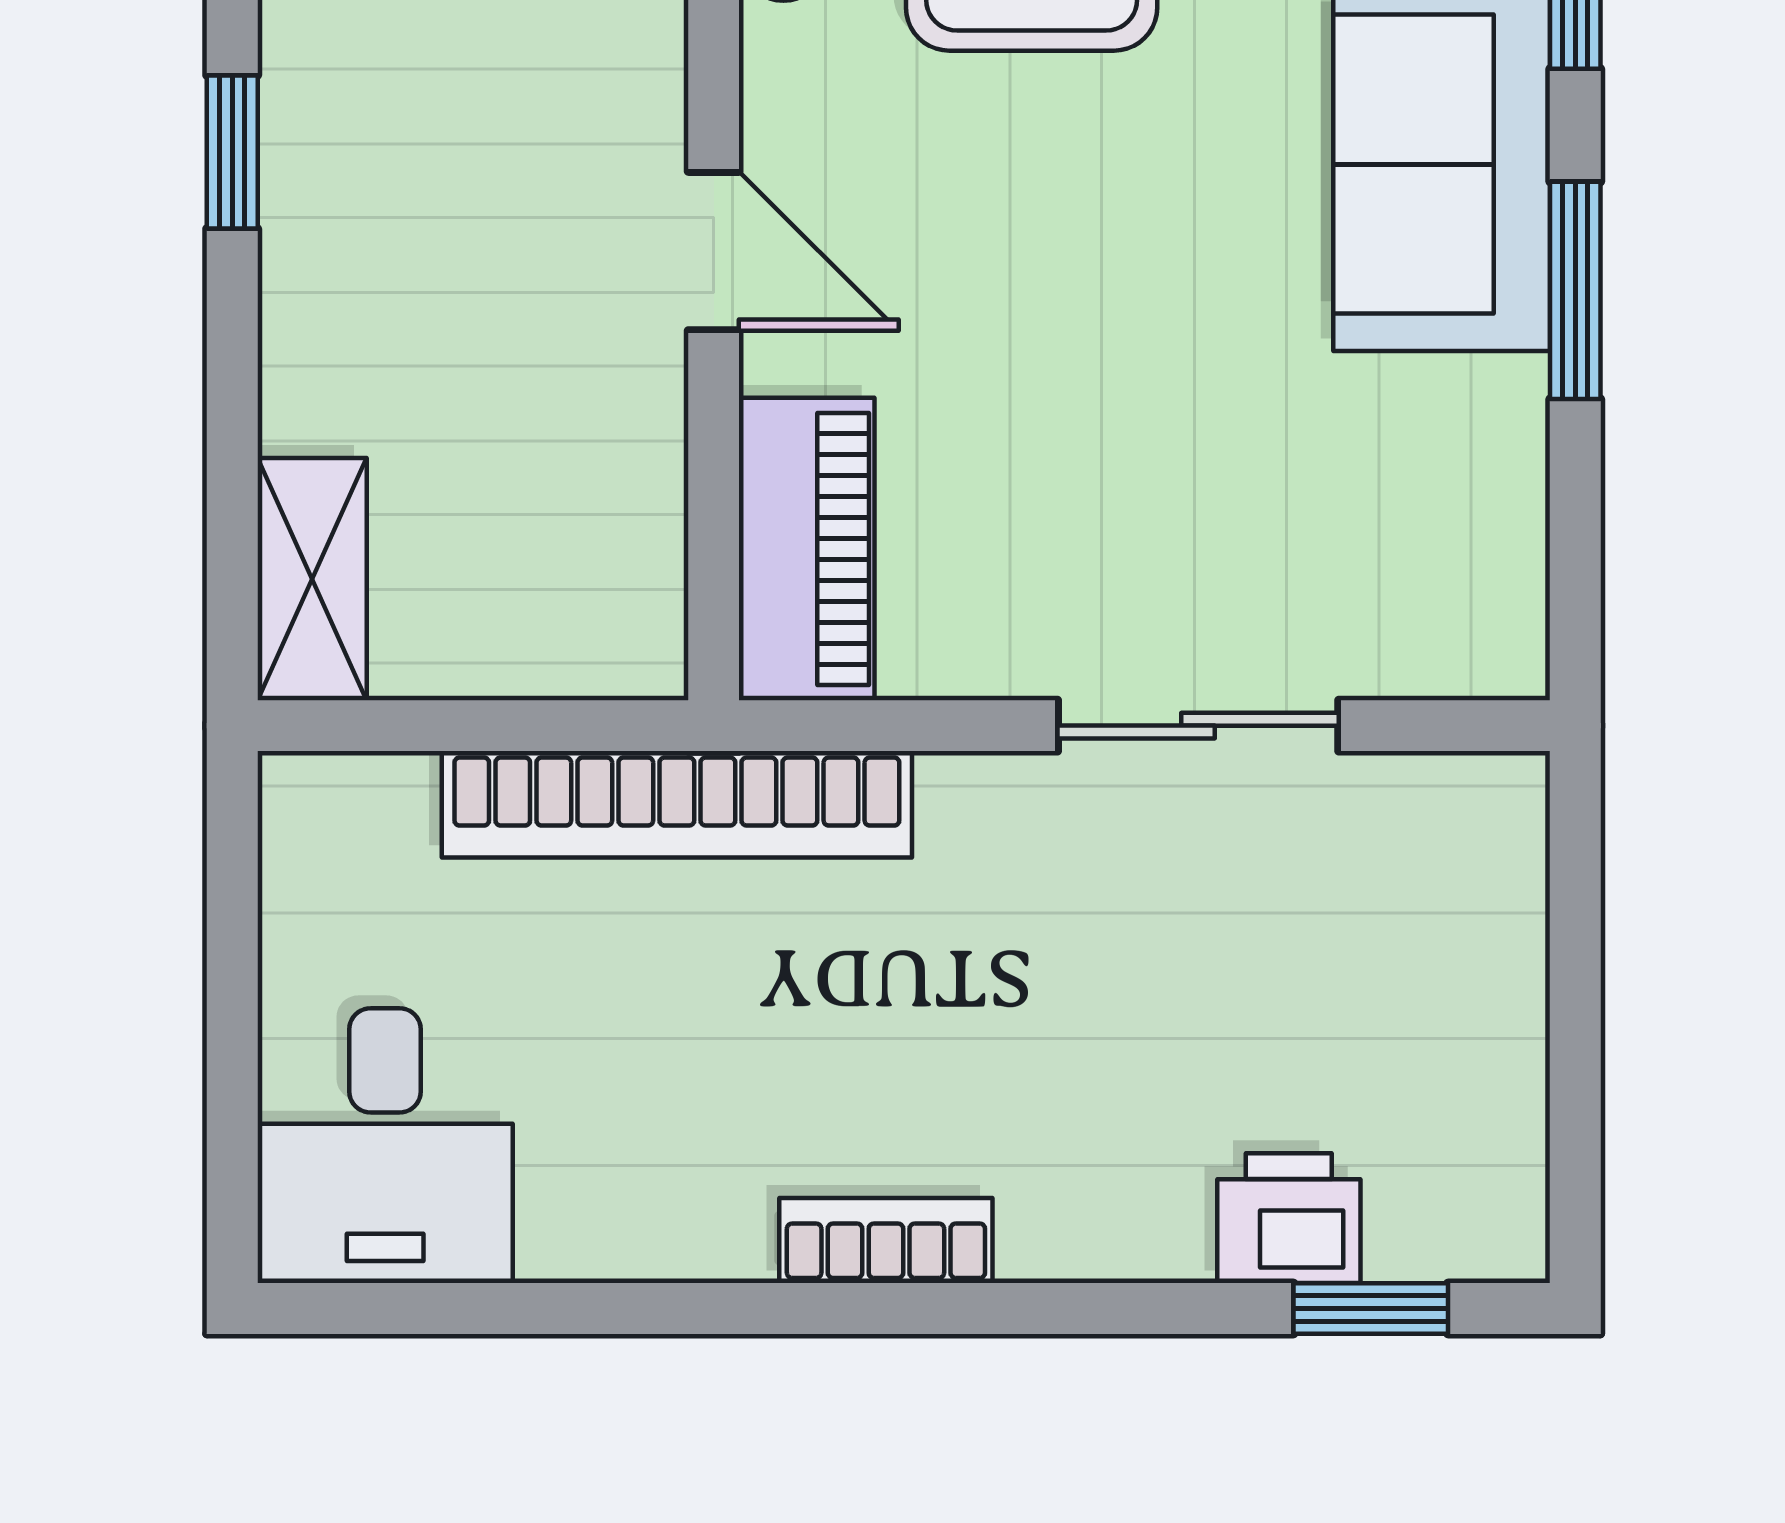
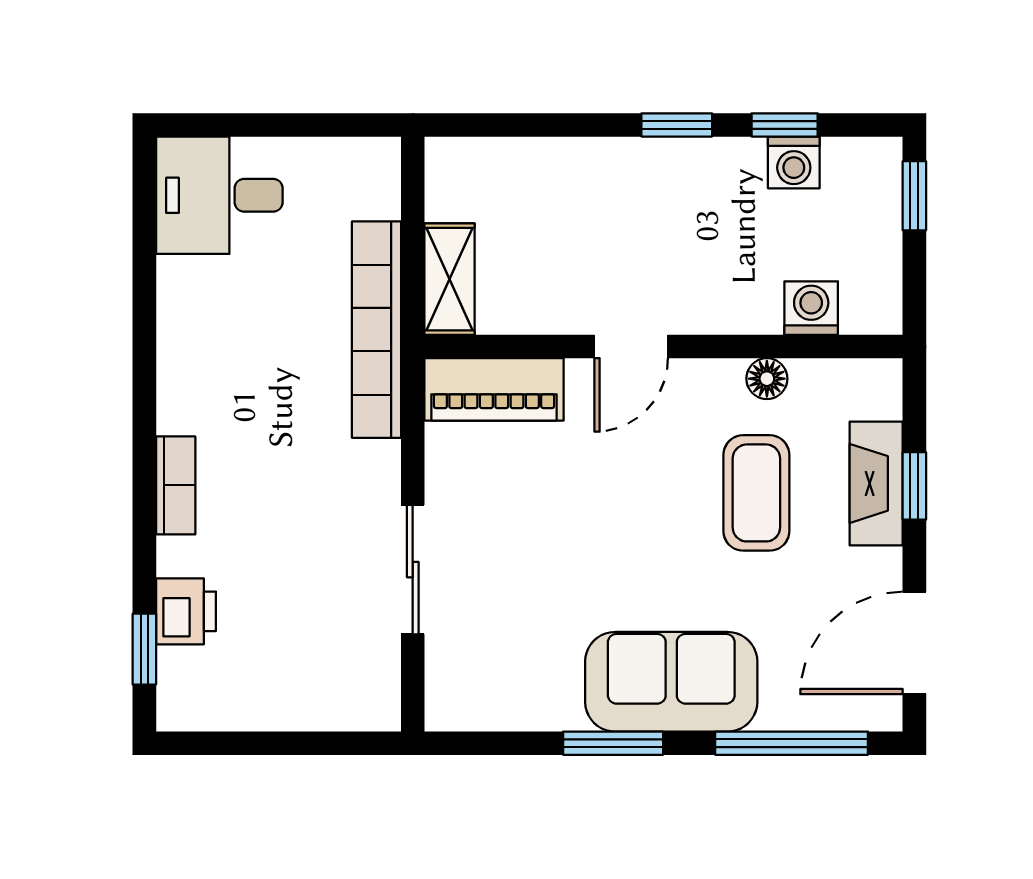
shelving: (312, 579) -> (449, 279), moved, turned 90
bookcase: (886, 1241) -> (176, 485), moved

